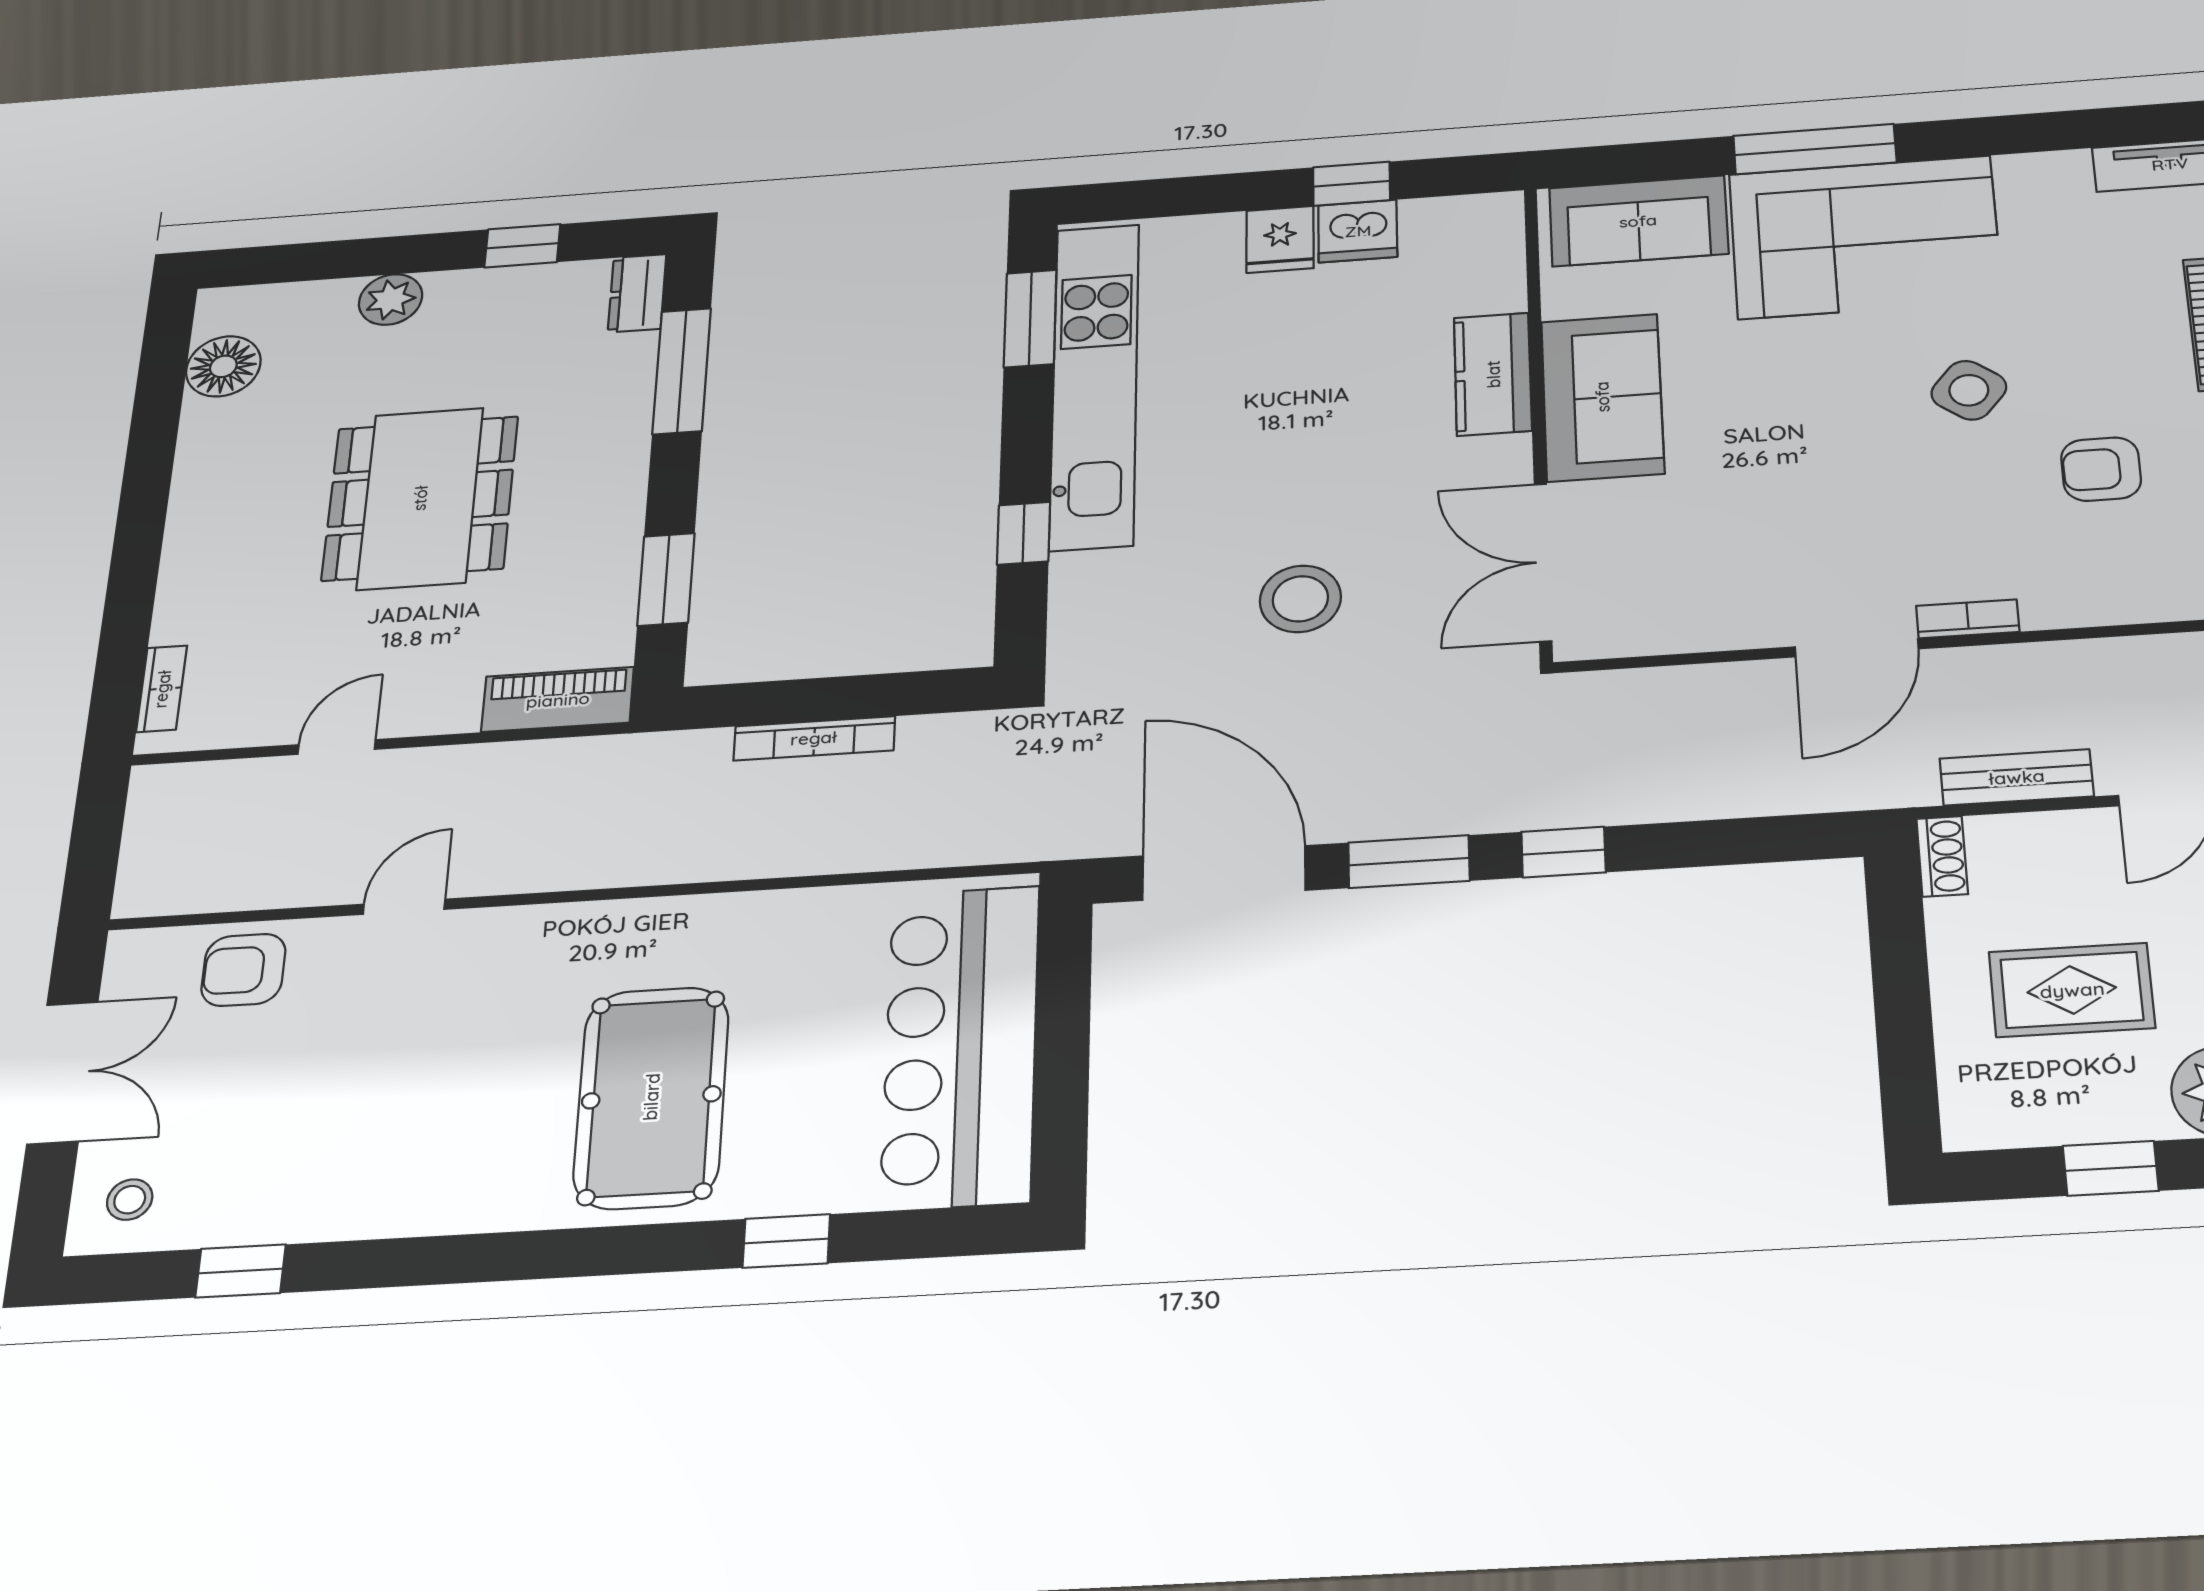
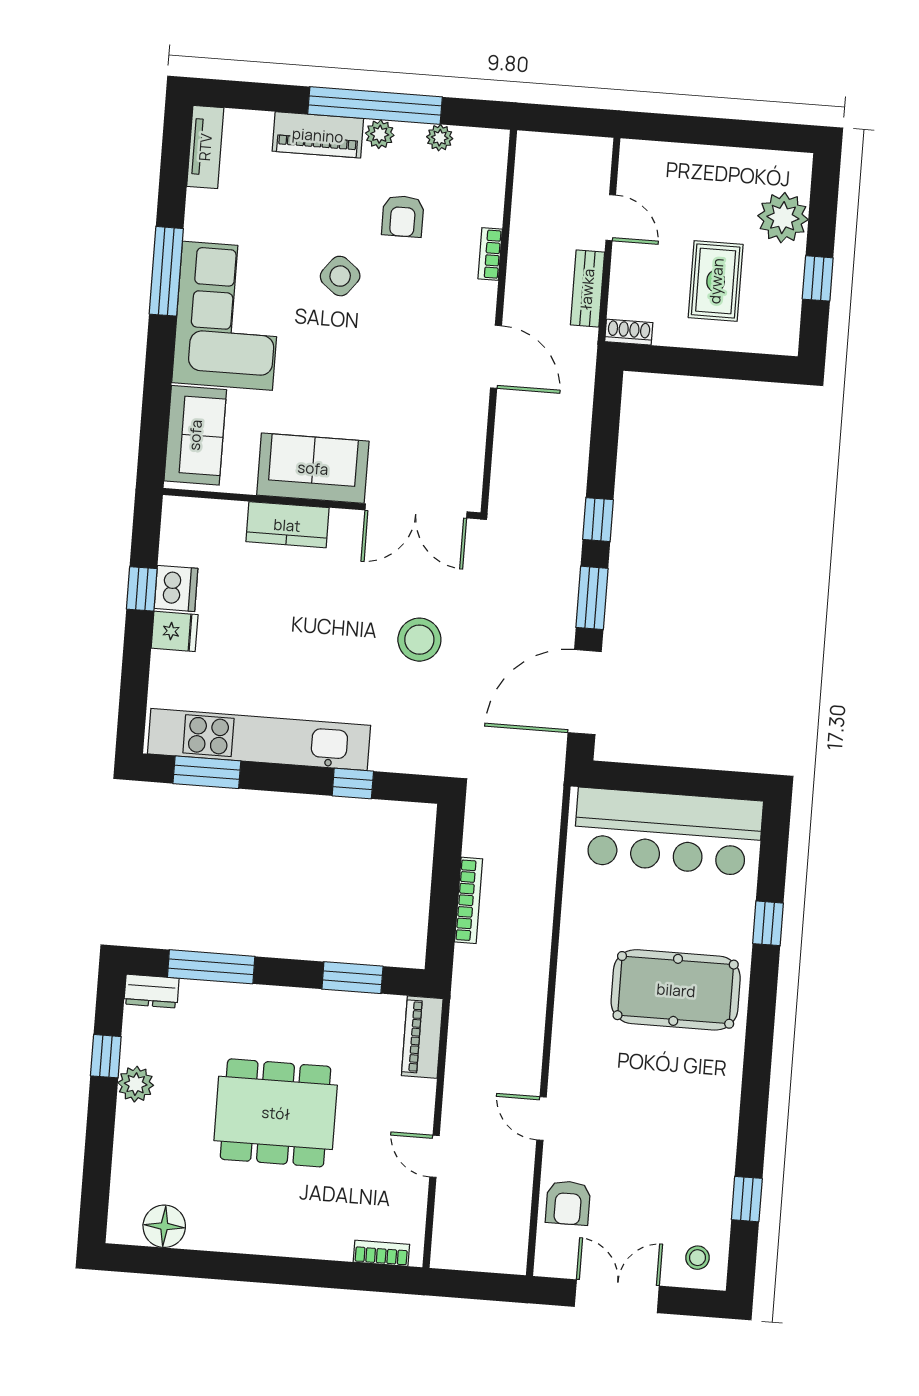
window: (1815, 149) -> (166, 271), moved
plant: (390, 299) -> (136, 1084), moved
bookcase: (1968, 619) -> (490, 254), moved

